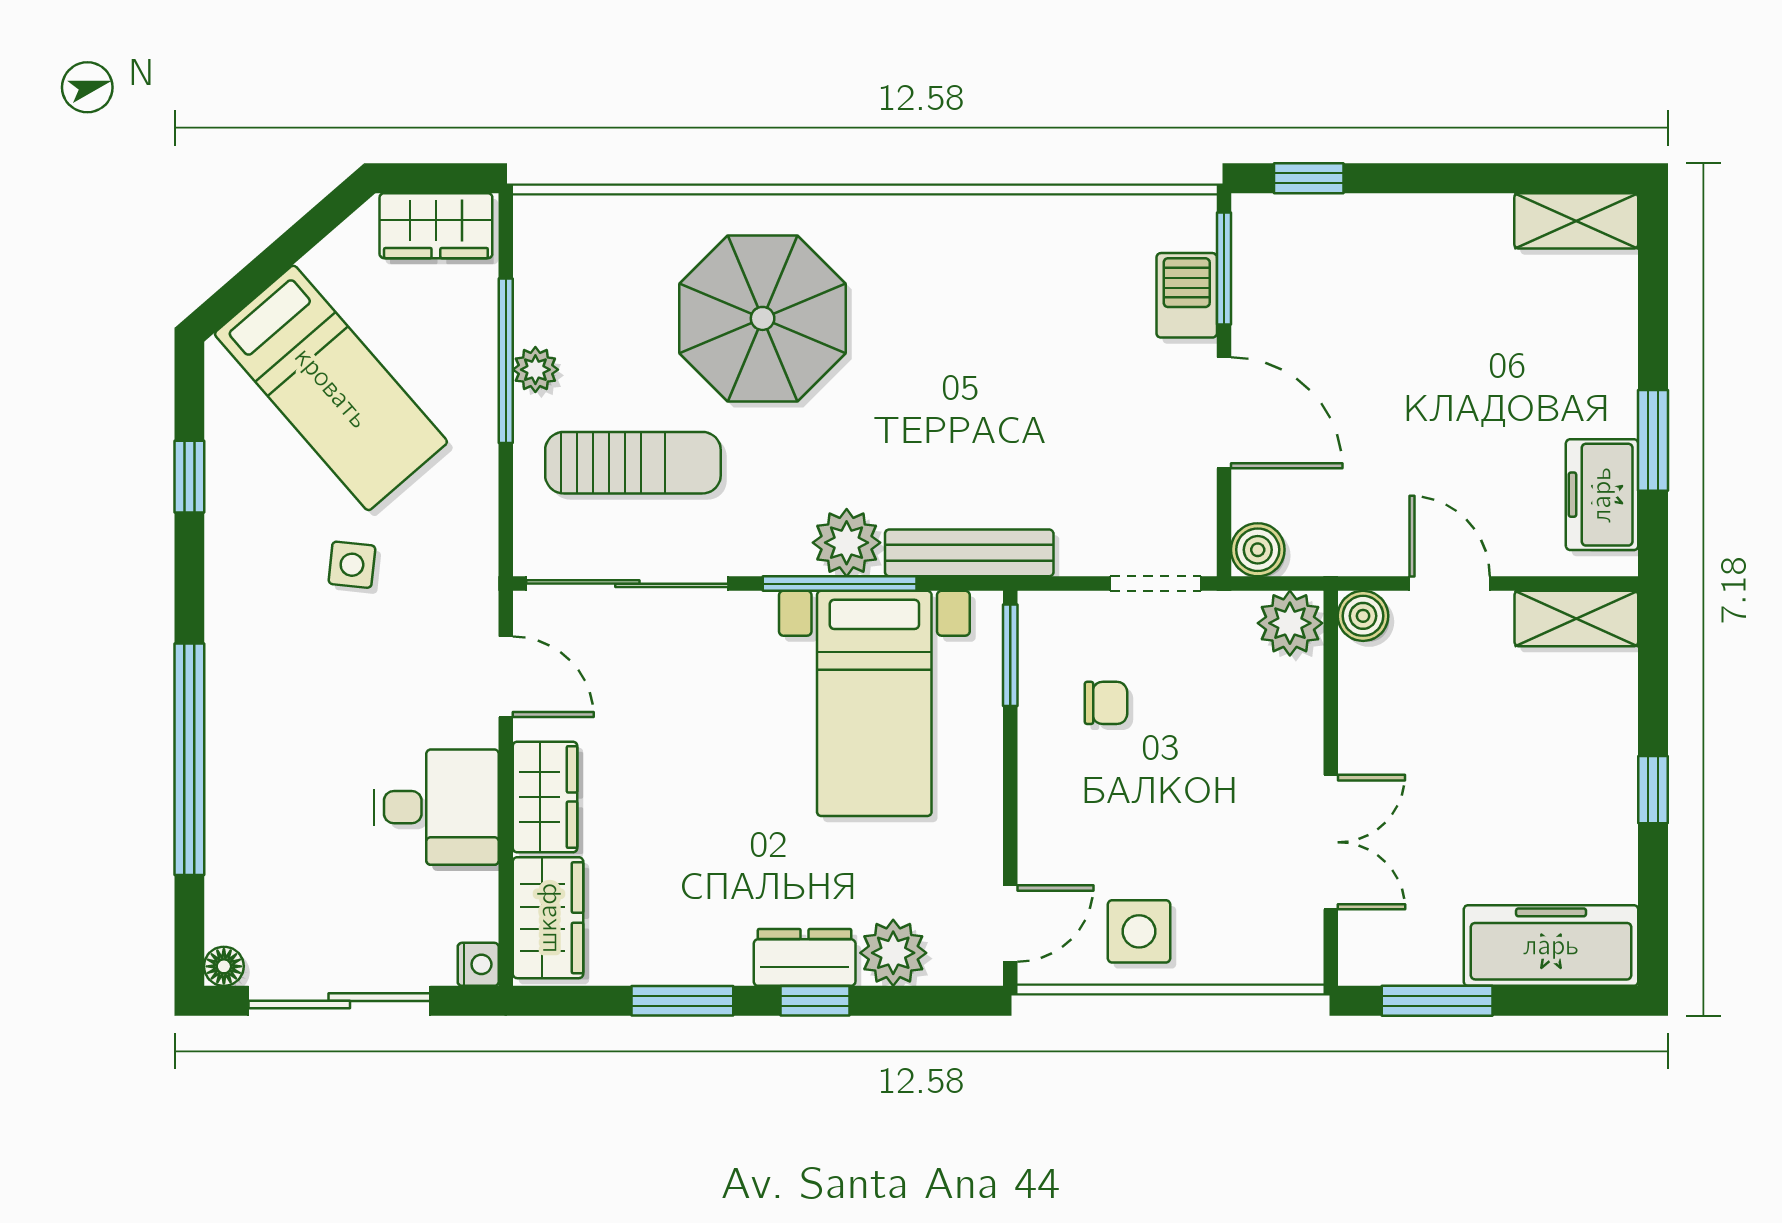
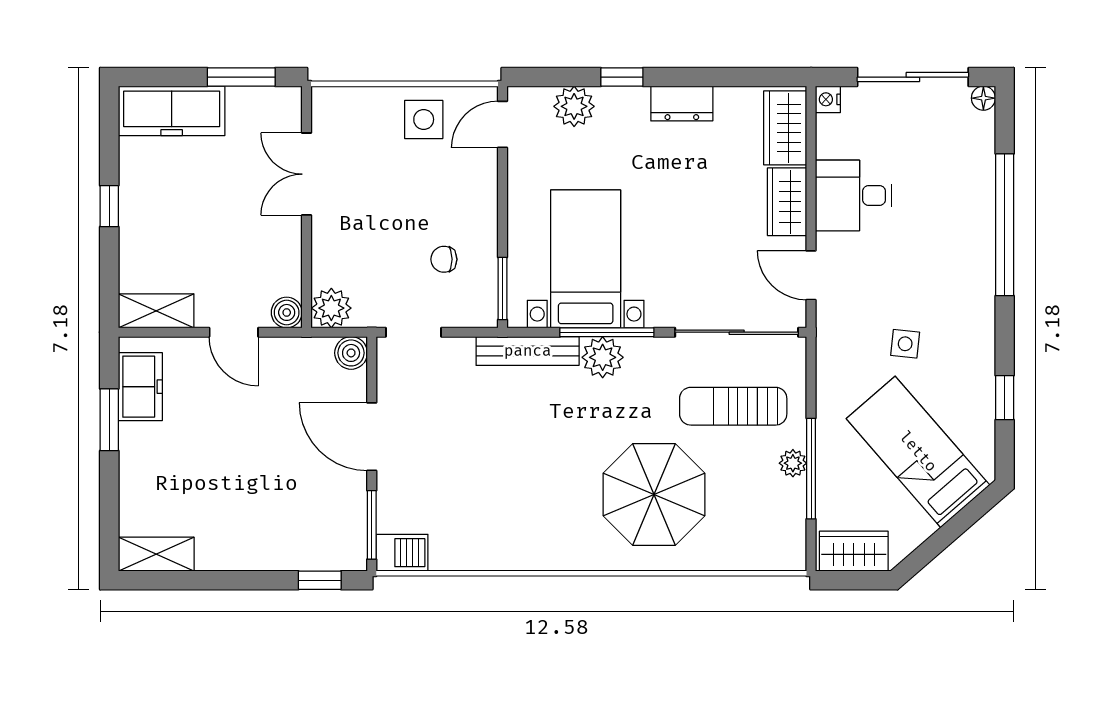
barbecue: (1187, 295) -> (402, 553), moved, turned -90
dresser: (805, 957) -> (682, 104), moved
window: (682, 1001) -> (703, 77), removed

